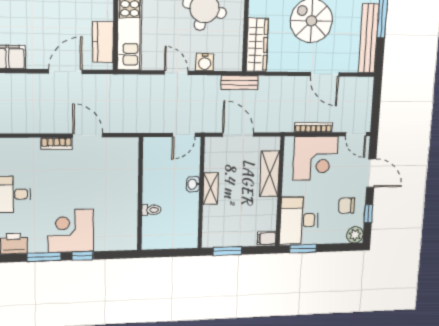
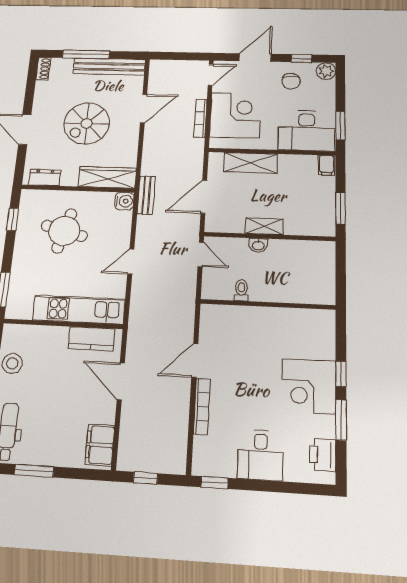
water cooler: (205, 62) -> (124, 201), moved
bookcase: (56, 144) -> (202, 406), width x1.56
toilet: (151, 210) -> (241, 290), moved

